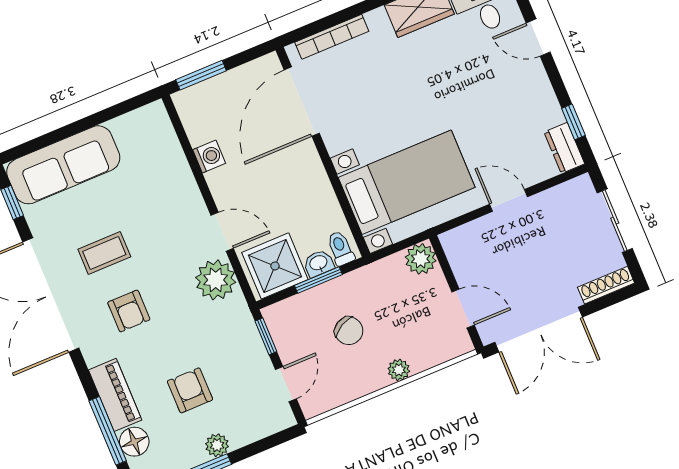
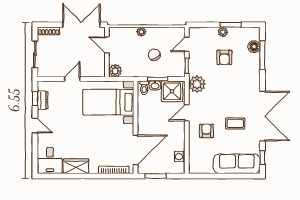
door: (538, 38) -> (35, 125), moved
window: (201, 75) -> (155, 176), moved
dresser: (564, 148) -> (43, 100), moved
washing machine: (209, 157) -> (180, 157), moved
door: (509, 200) -> (72, 79), swing flipped
door: (222, 232) -> (187, 113), hinge flipped
plant: (216, 280) -> (197, 84), moved
armchair: (129, 311) -> (206, 131), moved
piano: (115, 395) -> (254, 68), removed

